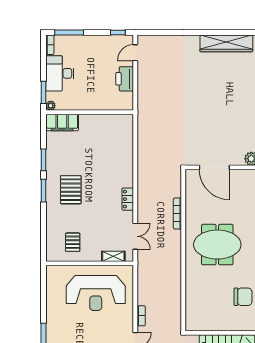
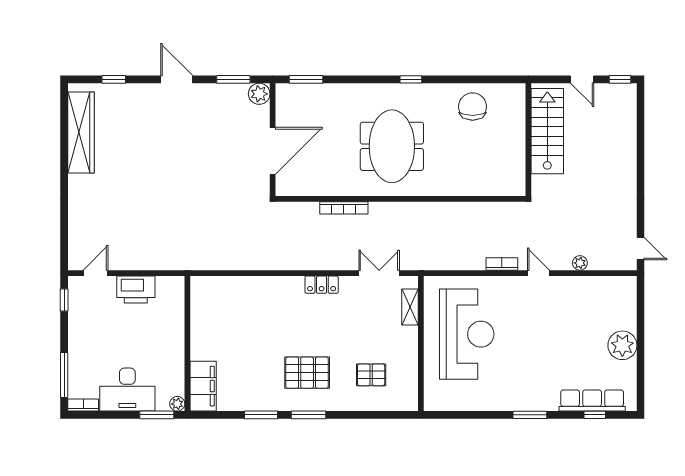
door: (135, 53) -> (96, 273), swing flipped
pallet: (73, 242) -> (371, 375), moved

